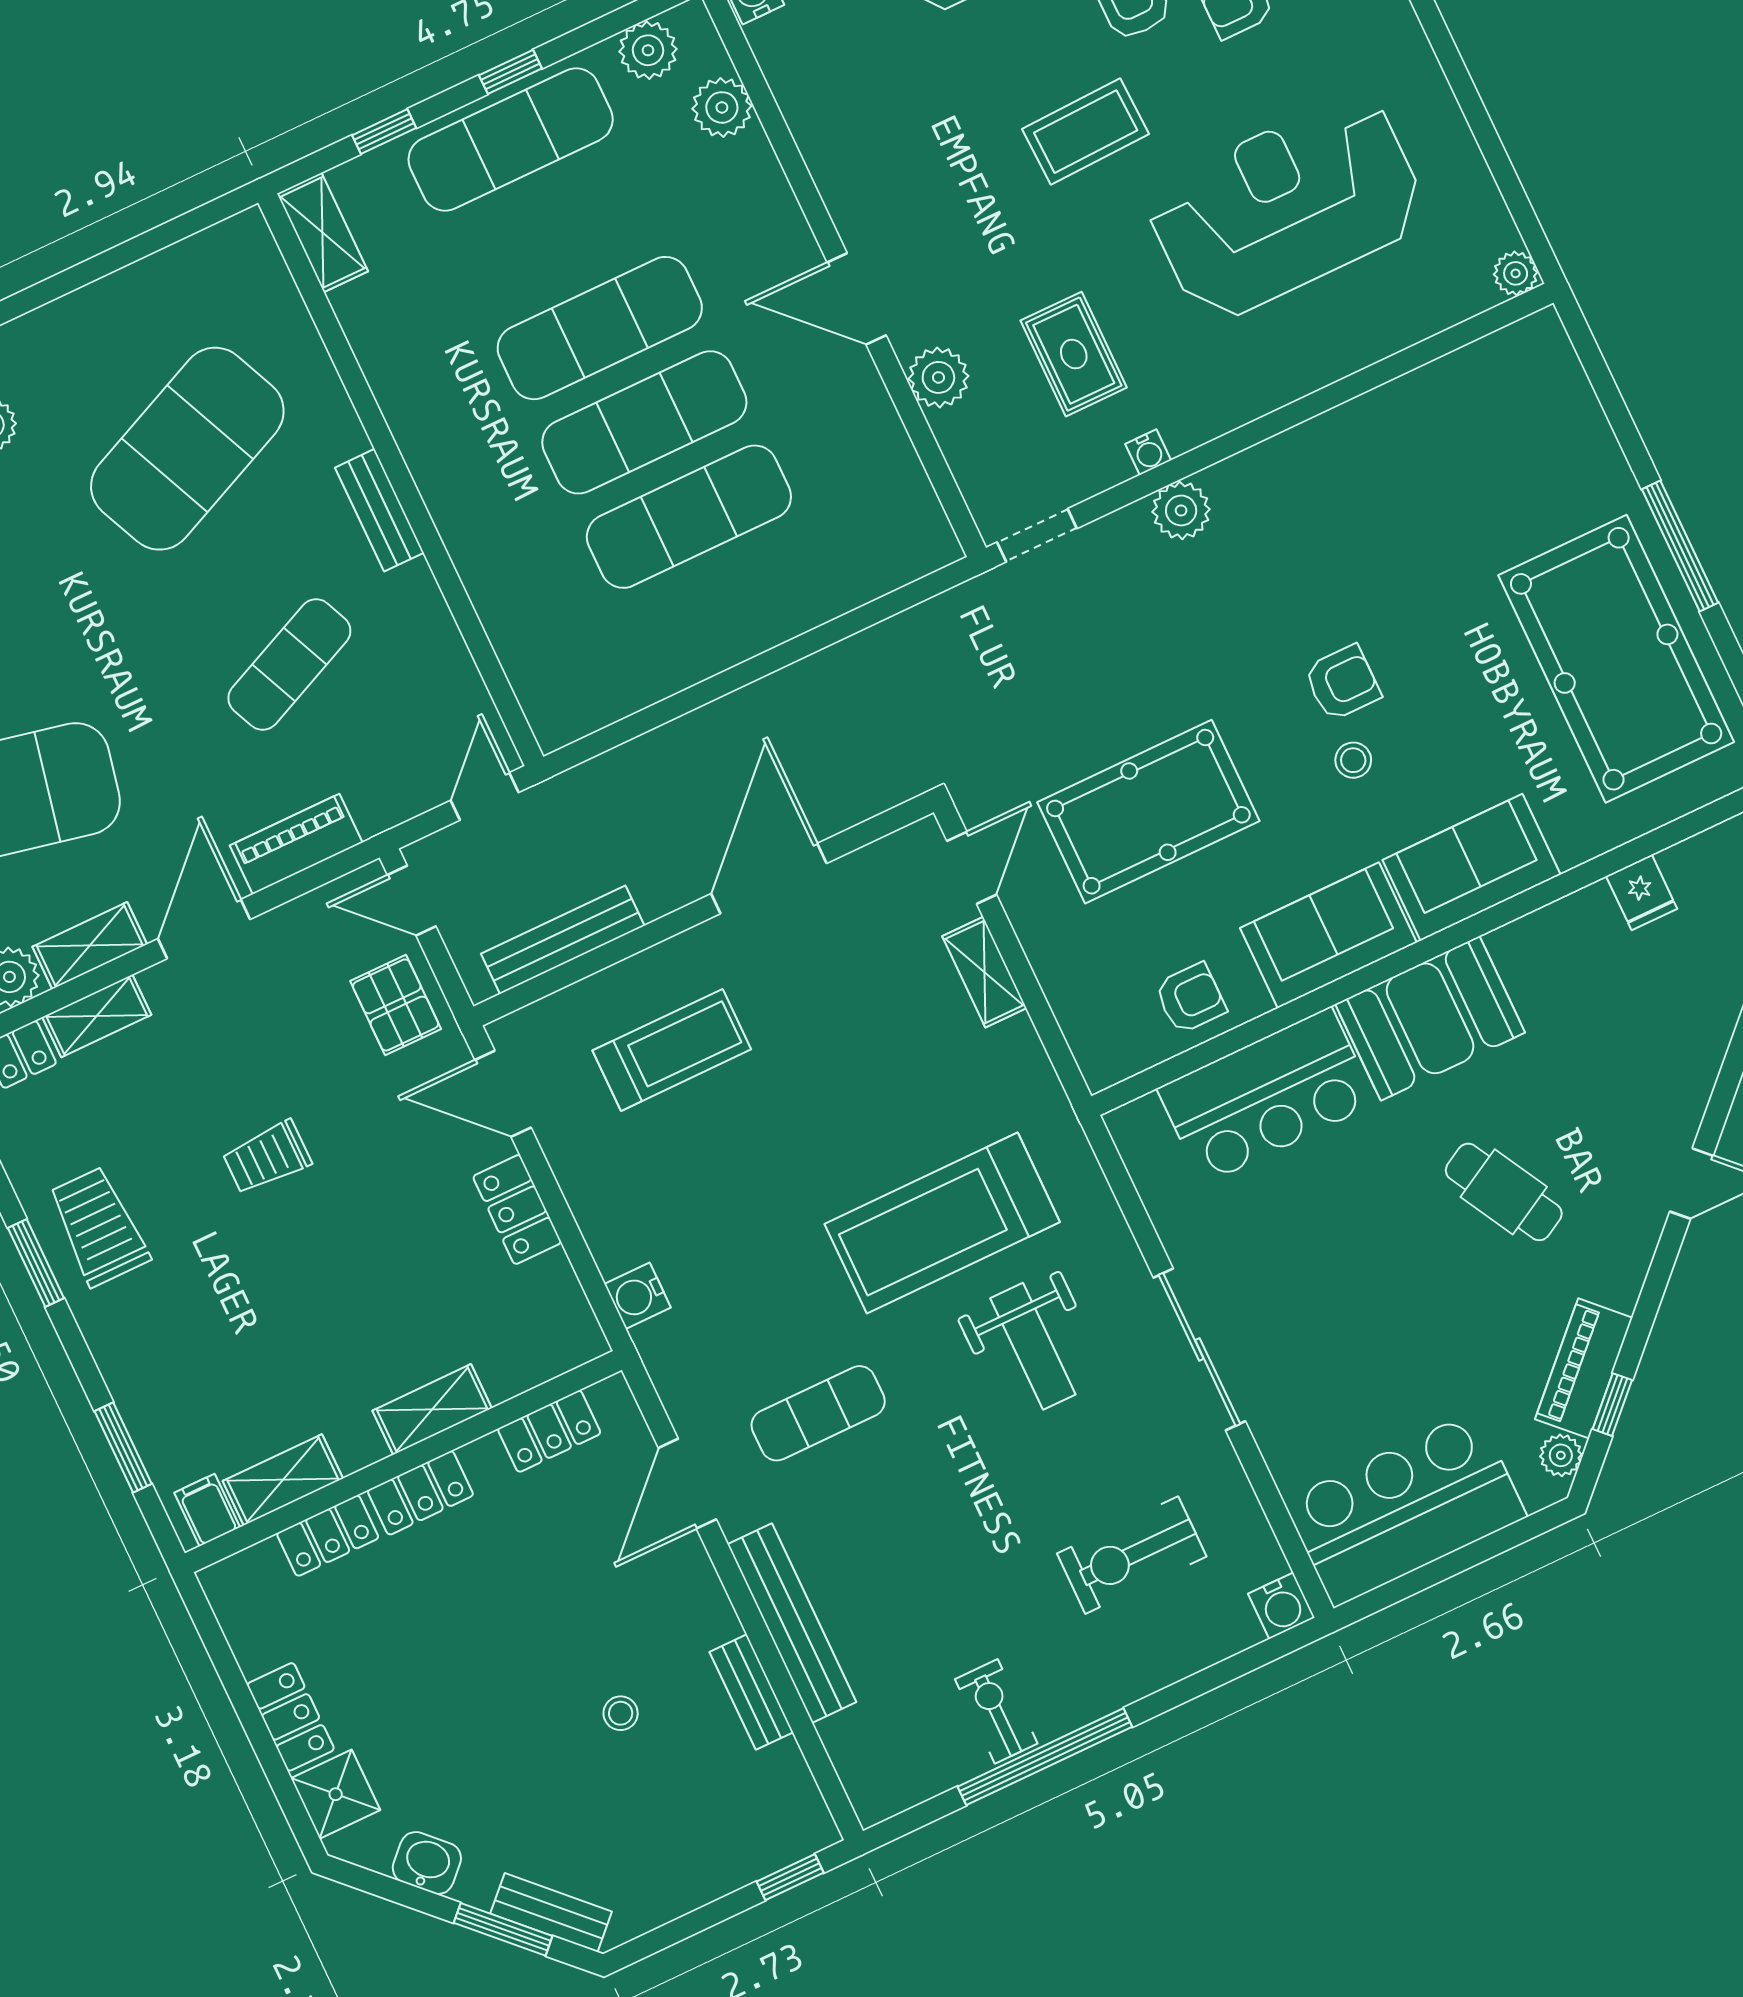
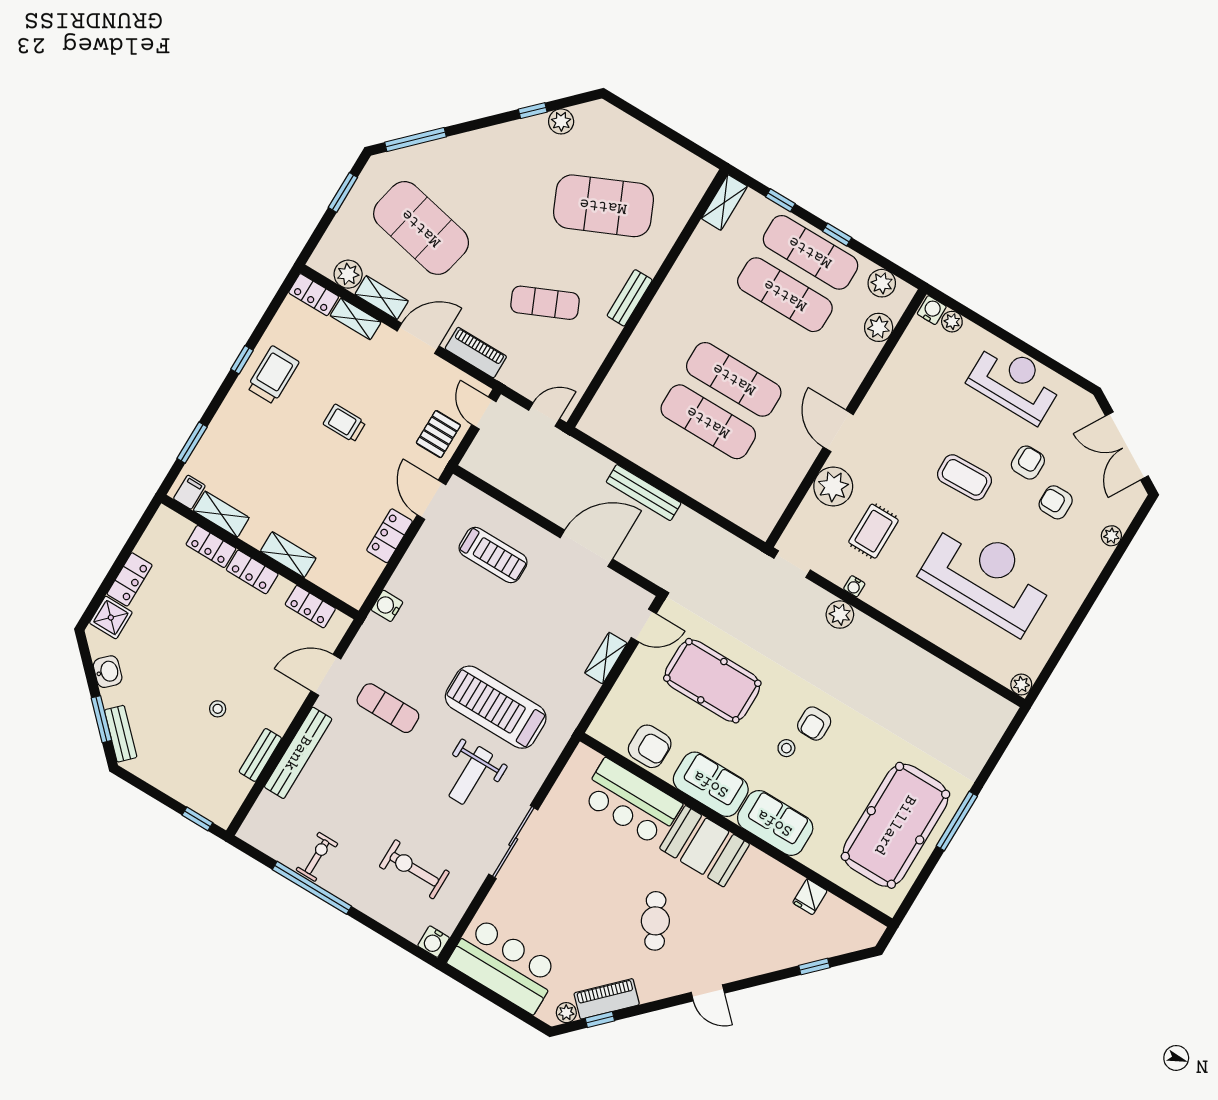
exercise mat: (600, 328) -> (785, 295), moved
plant: (938, 377) -> (833, 487), width x1.36, depth x1.36
armchair: (1342, 683) -> (814, 724), turned 90
bench: (563, 940) -> (644, 493), moved
armchair: (1190, 998) -> (650, 746), width x1.38, depth x1.38
window: (36, 1263) -> (242, 360), width x0.67

